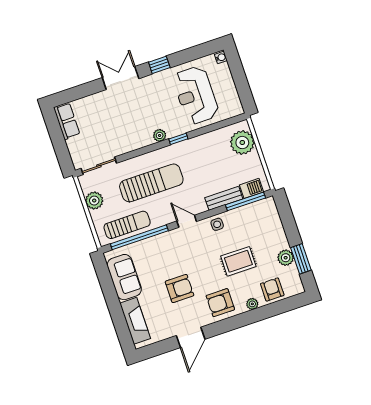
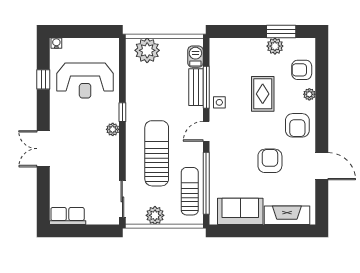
window: (159, 65) -> (43, 79), moved
window: (245, 201) -> (206, 87), moved

